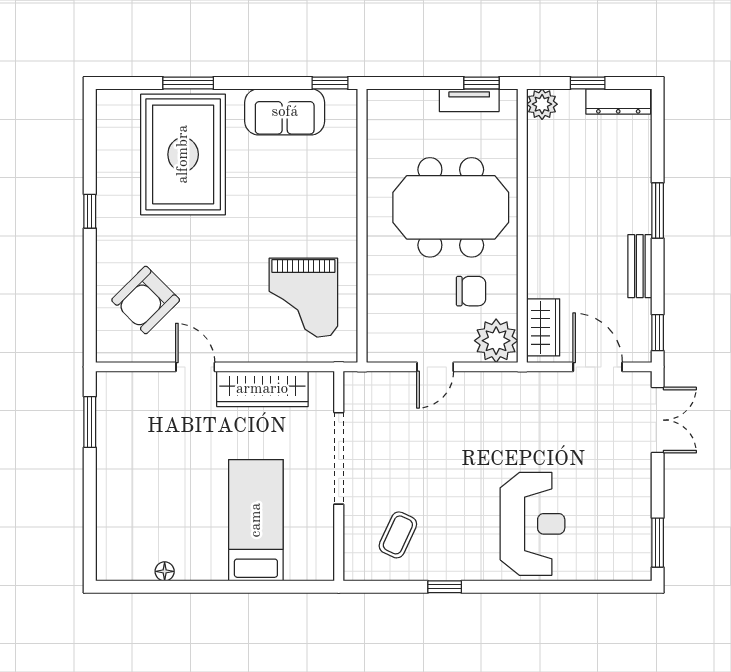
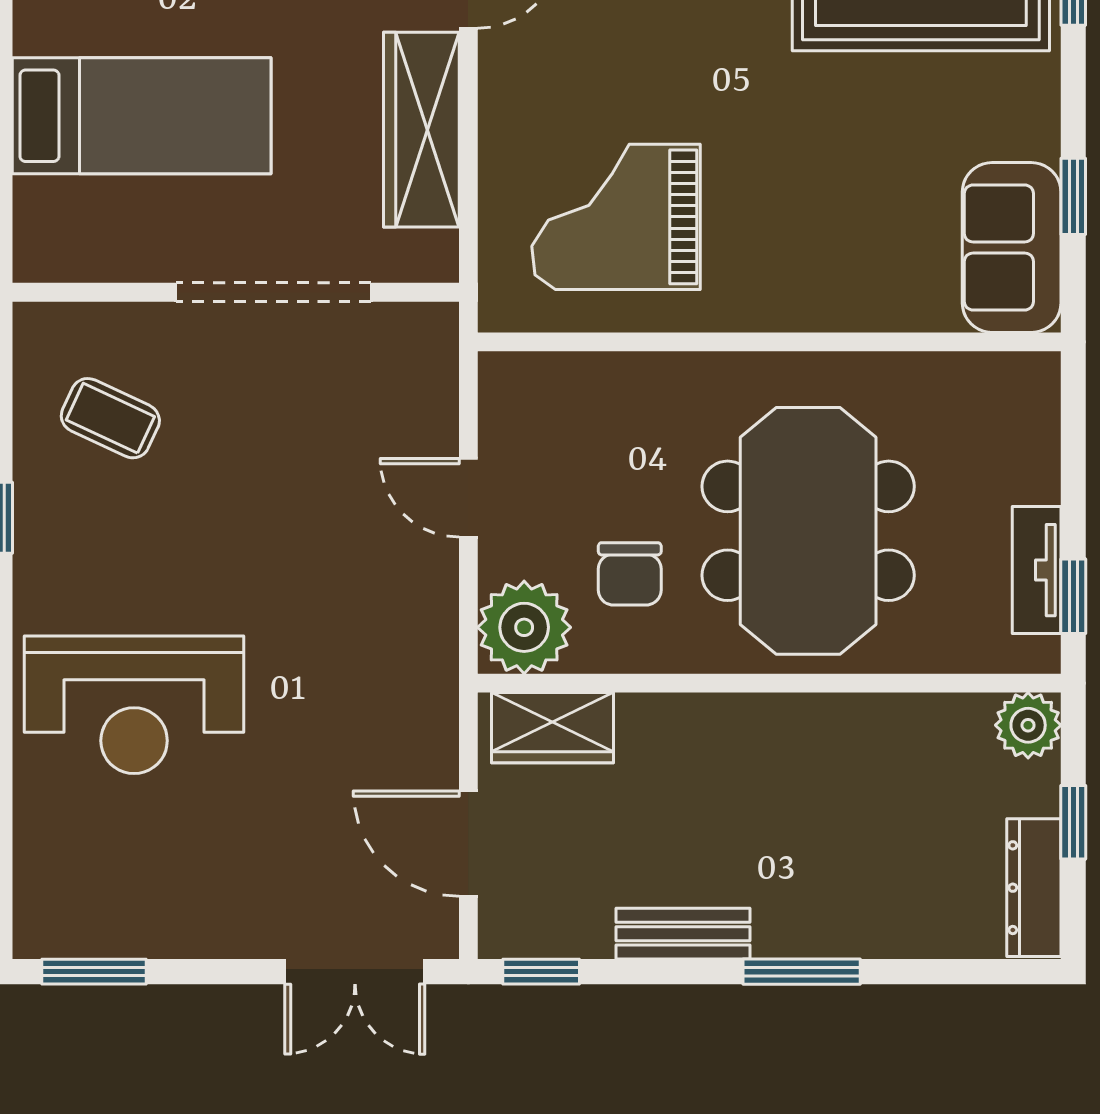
window: (330, 83) -> (1073, 196), moved
sofa: (285, 112) -> (1012, 248), moved
door: (598, 367) -> (468, 844), swing flipped

